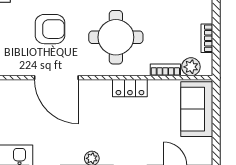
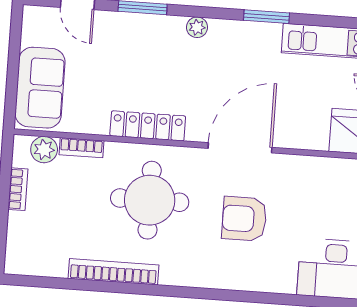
door: (56, 78) -> (240, 148), hinge flipped
locker: (130, 88) -> (148, 126), width x1.53

